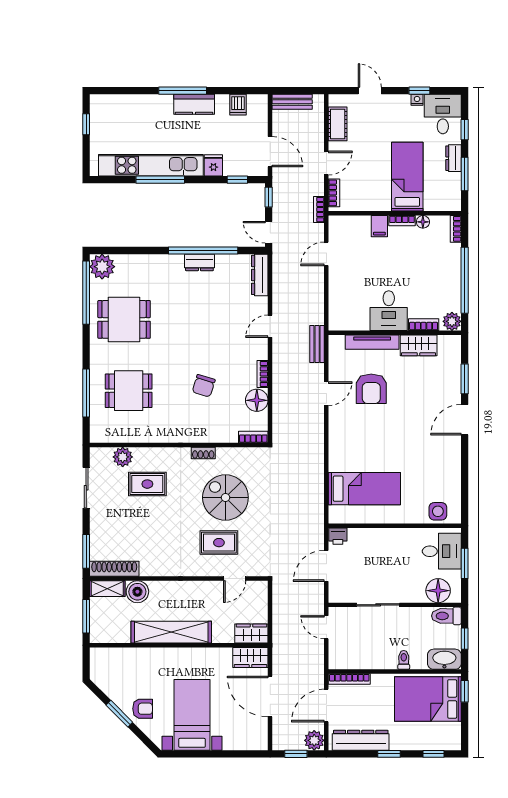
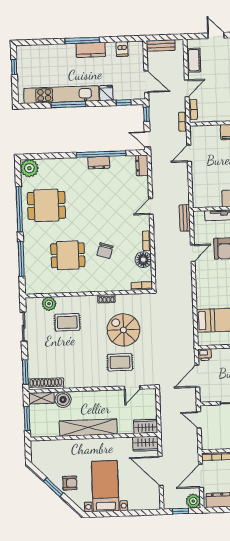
dresser: (260, 275) -> (142, 165), width x0.70
window: (86, 293) -> (19, 209), moved
dining table: (129, 391) -> (68, 255), moved

